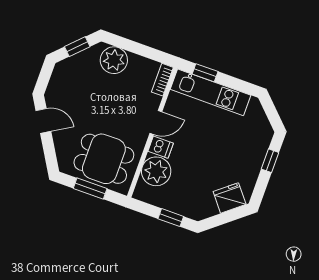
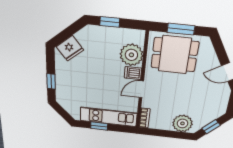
window: (205, 73) -> (99, 126), moved

